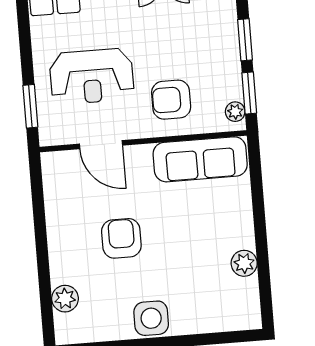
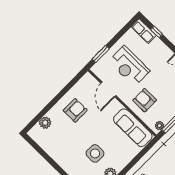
armchair: (121, 238) -> (75, 110), moved
side table: (151, 318) -> (95, 153), moved

